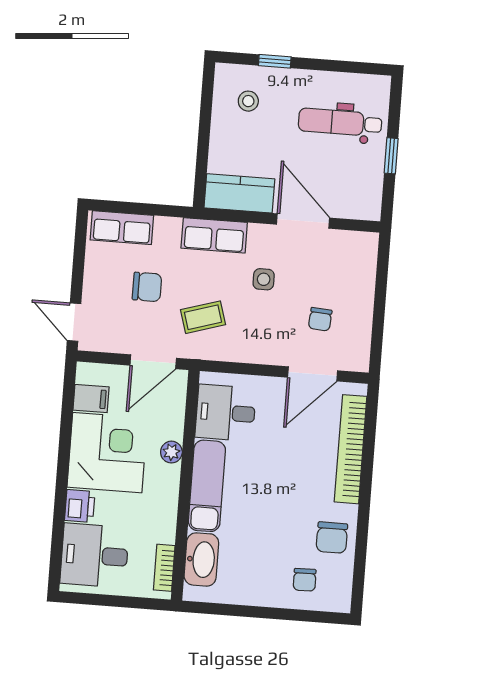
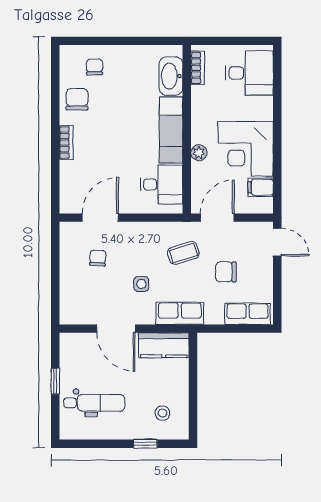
bookcase: (351, 449) -> (66, 142), width x0.43, depth x0.76
printer: (80, 506) -> (263, 108), removed

